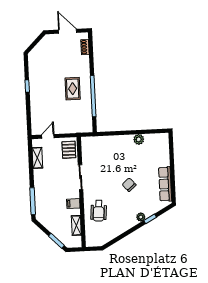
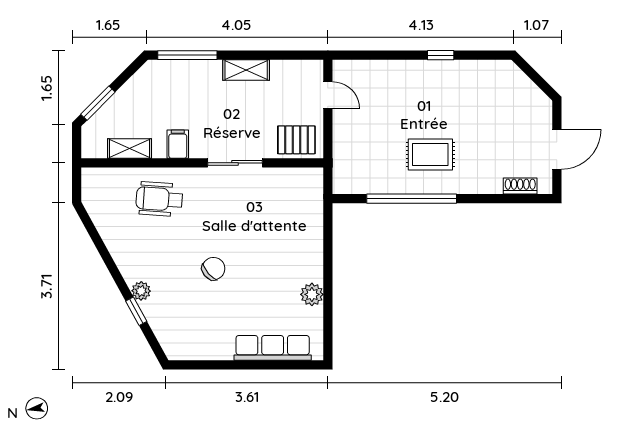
shelving: (37, 158) -> (246, 70), moved
row of seats: (165, 184) -> (273, 348), moved

